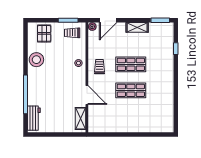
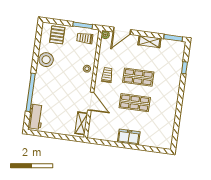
freezer: (130, 125) -> (129, 137), added

